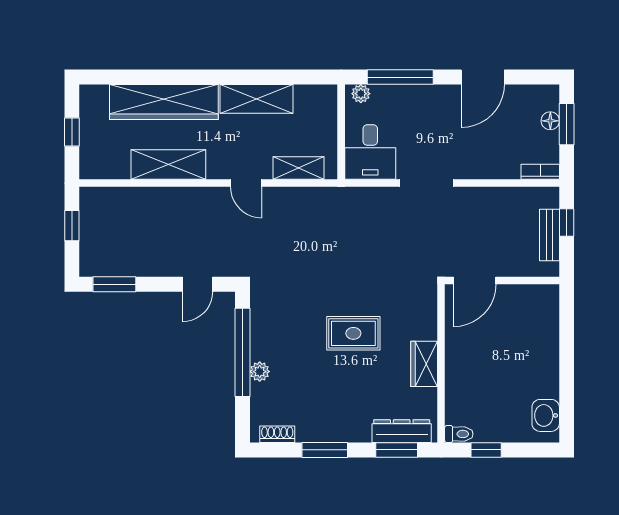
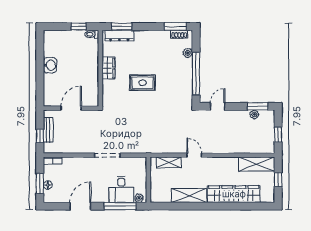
desk: (370, 152) -> (121, 189), moved, turned 180
shelving: (168, 165) -> (257, 164), moved
plant: (121, 267) -> (254, 114), added
door: (475, 281) -> (71, 108), moved
plant: (260, 372) -> (188, 53), moved
washbasin: (546, 415) -> (50, 65), moved
window: (325, 450) -> (175, 27), moved

